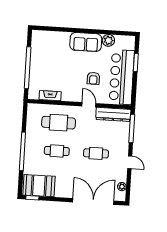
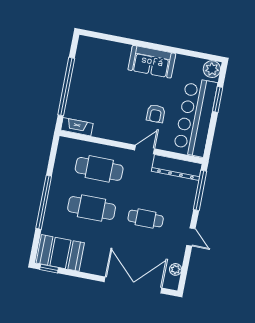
plant: (108, 40) -> (212, 69), moved
fireplace: (50, 96) -> (77, 127), moved
door: (89, 105) -> (145, 149), hinge flipped
cafe table: (57, 151) -> (92, 208), width x1.37, depth x1.35

